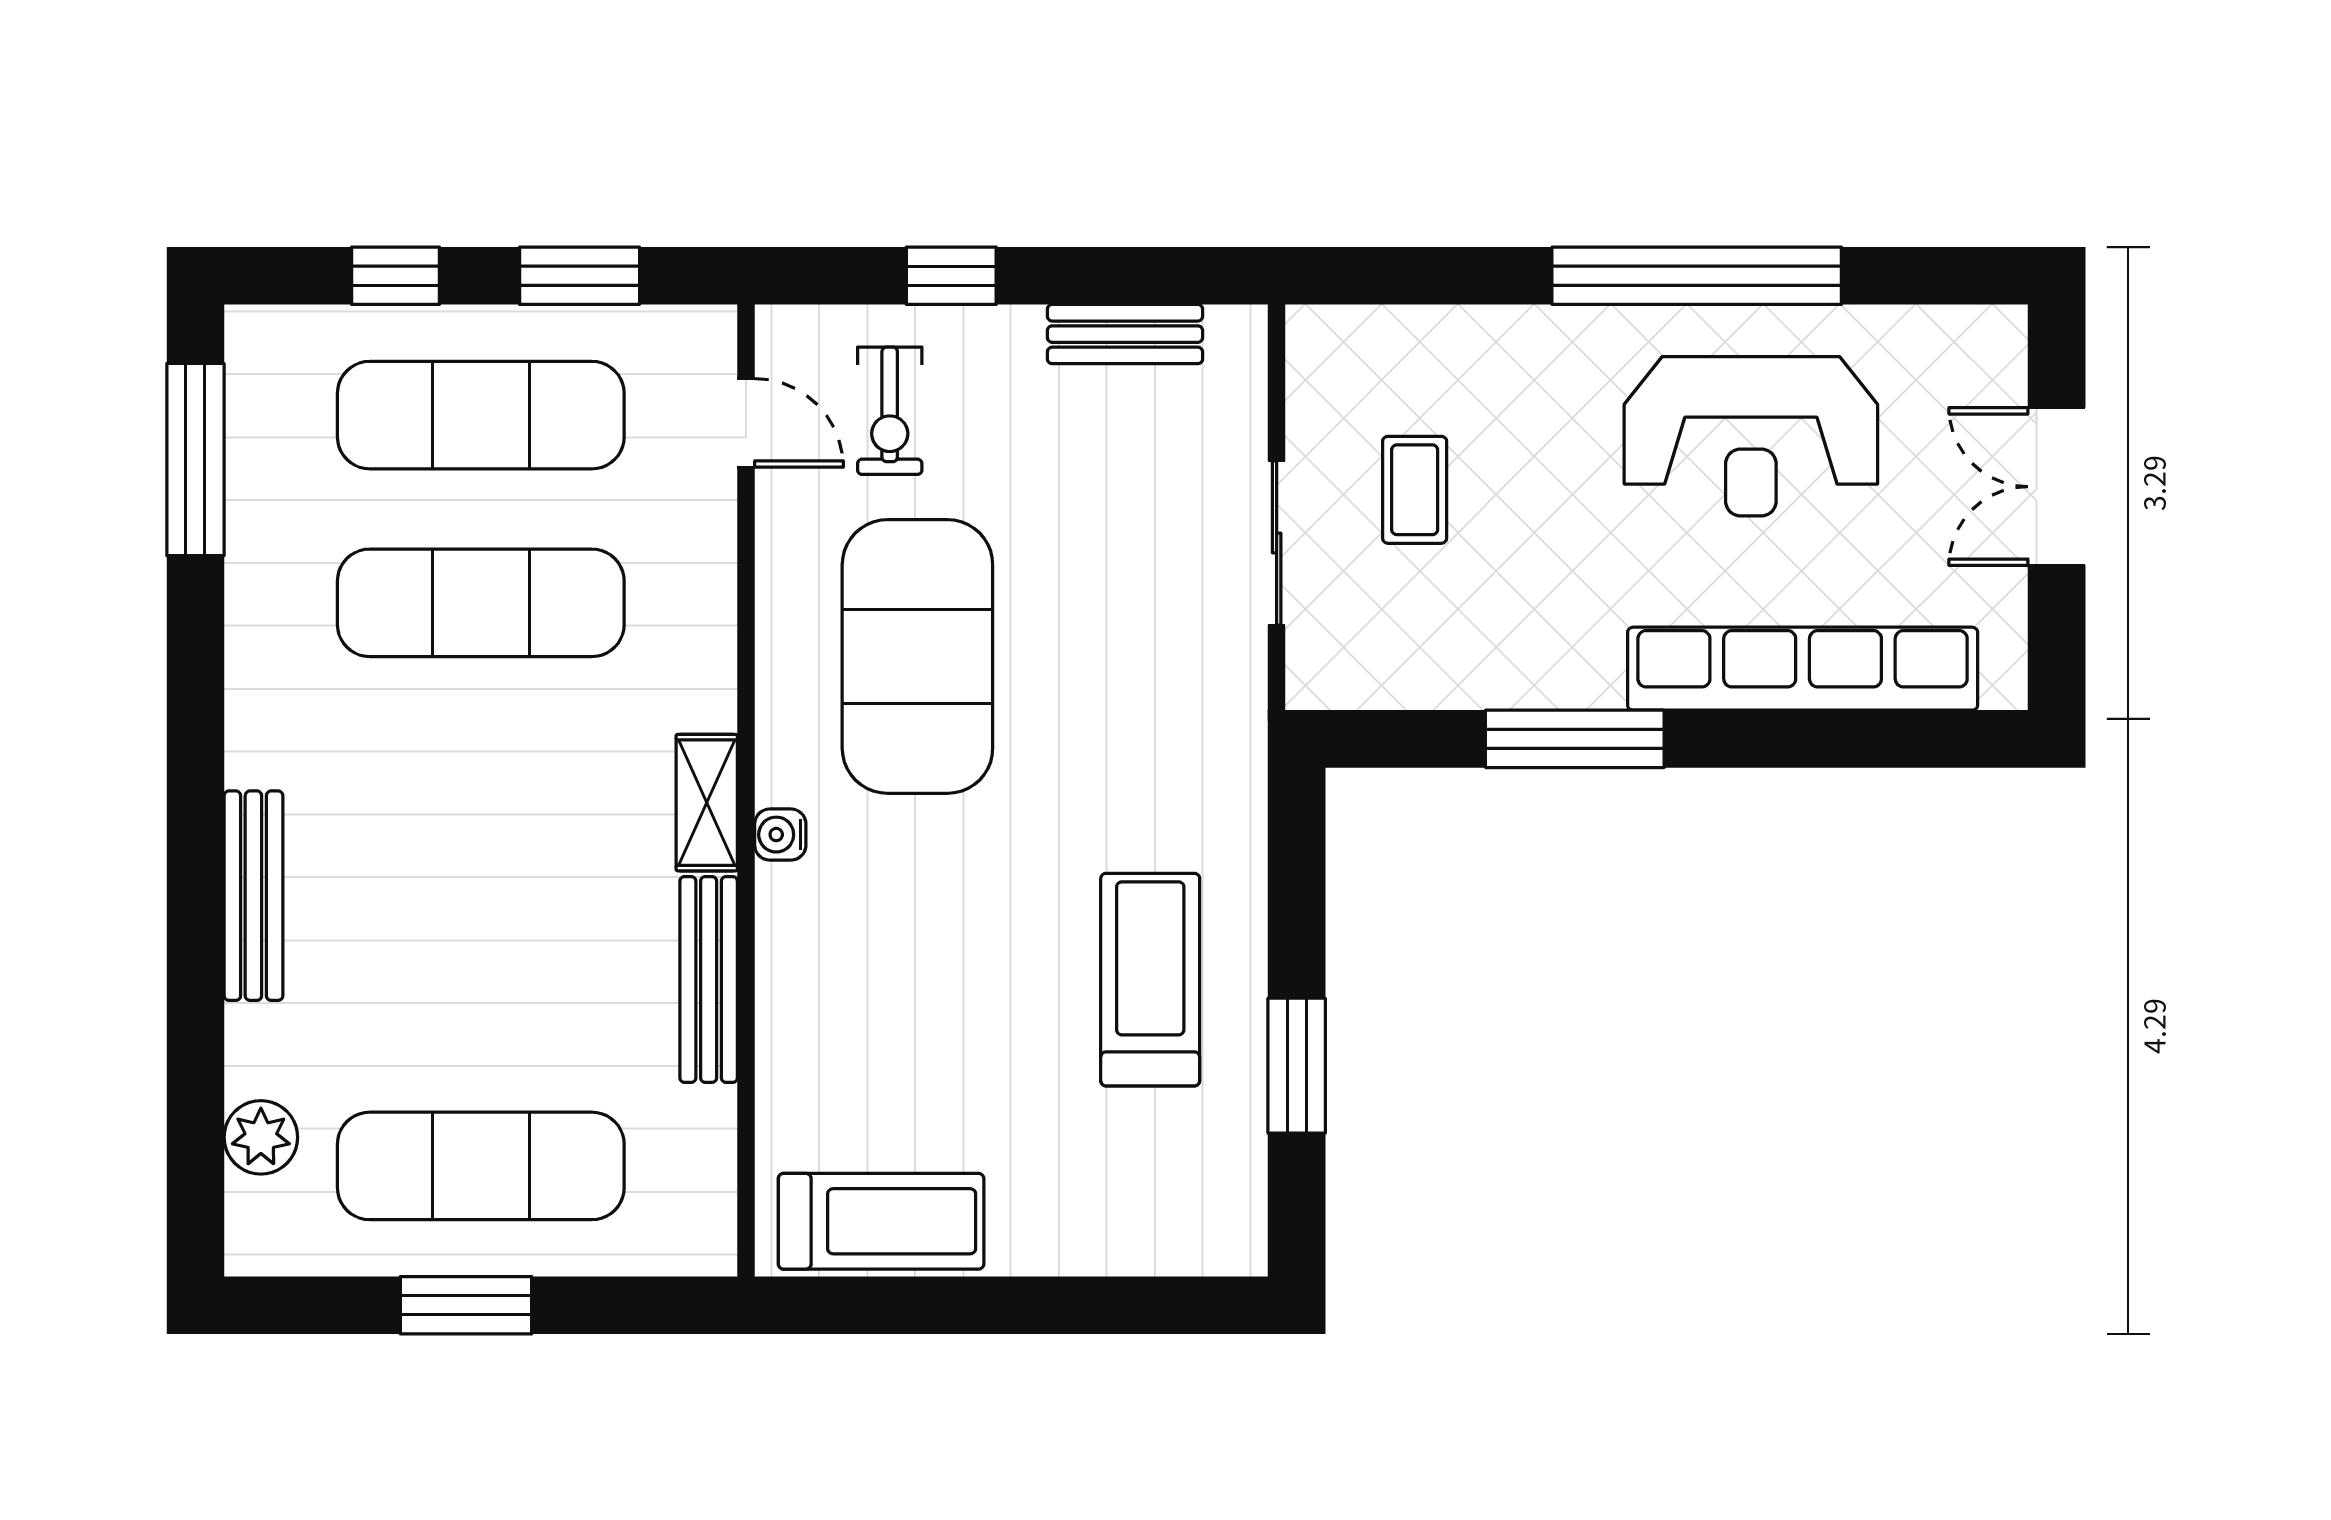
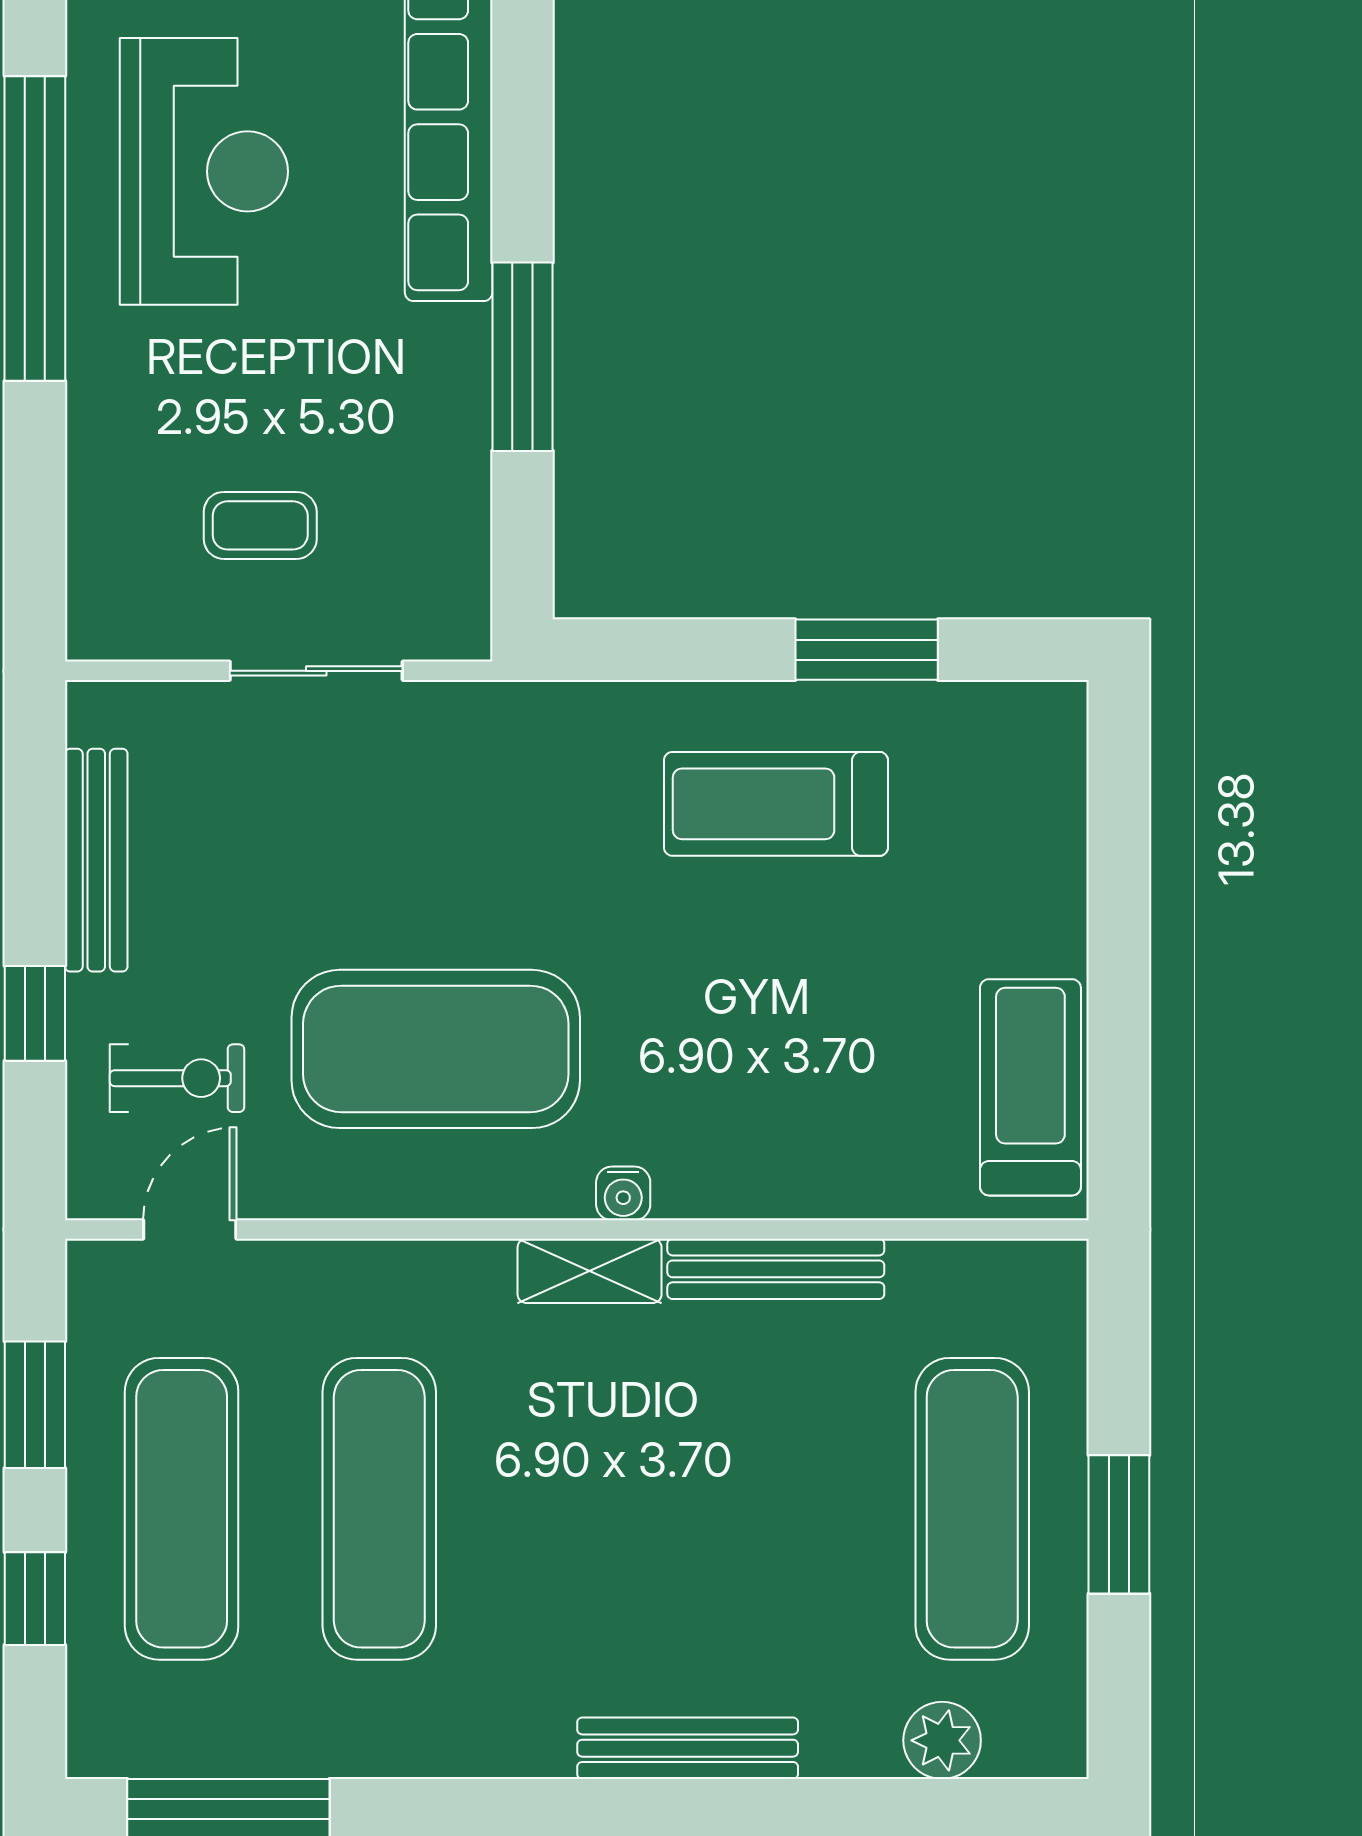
bench: (1125, 334) -> (96, 860), width x1.36

